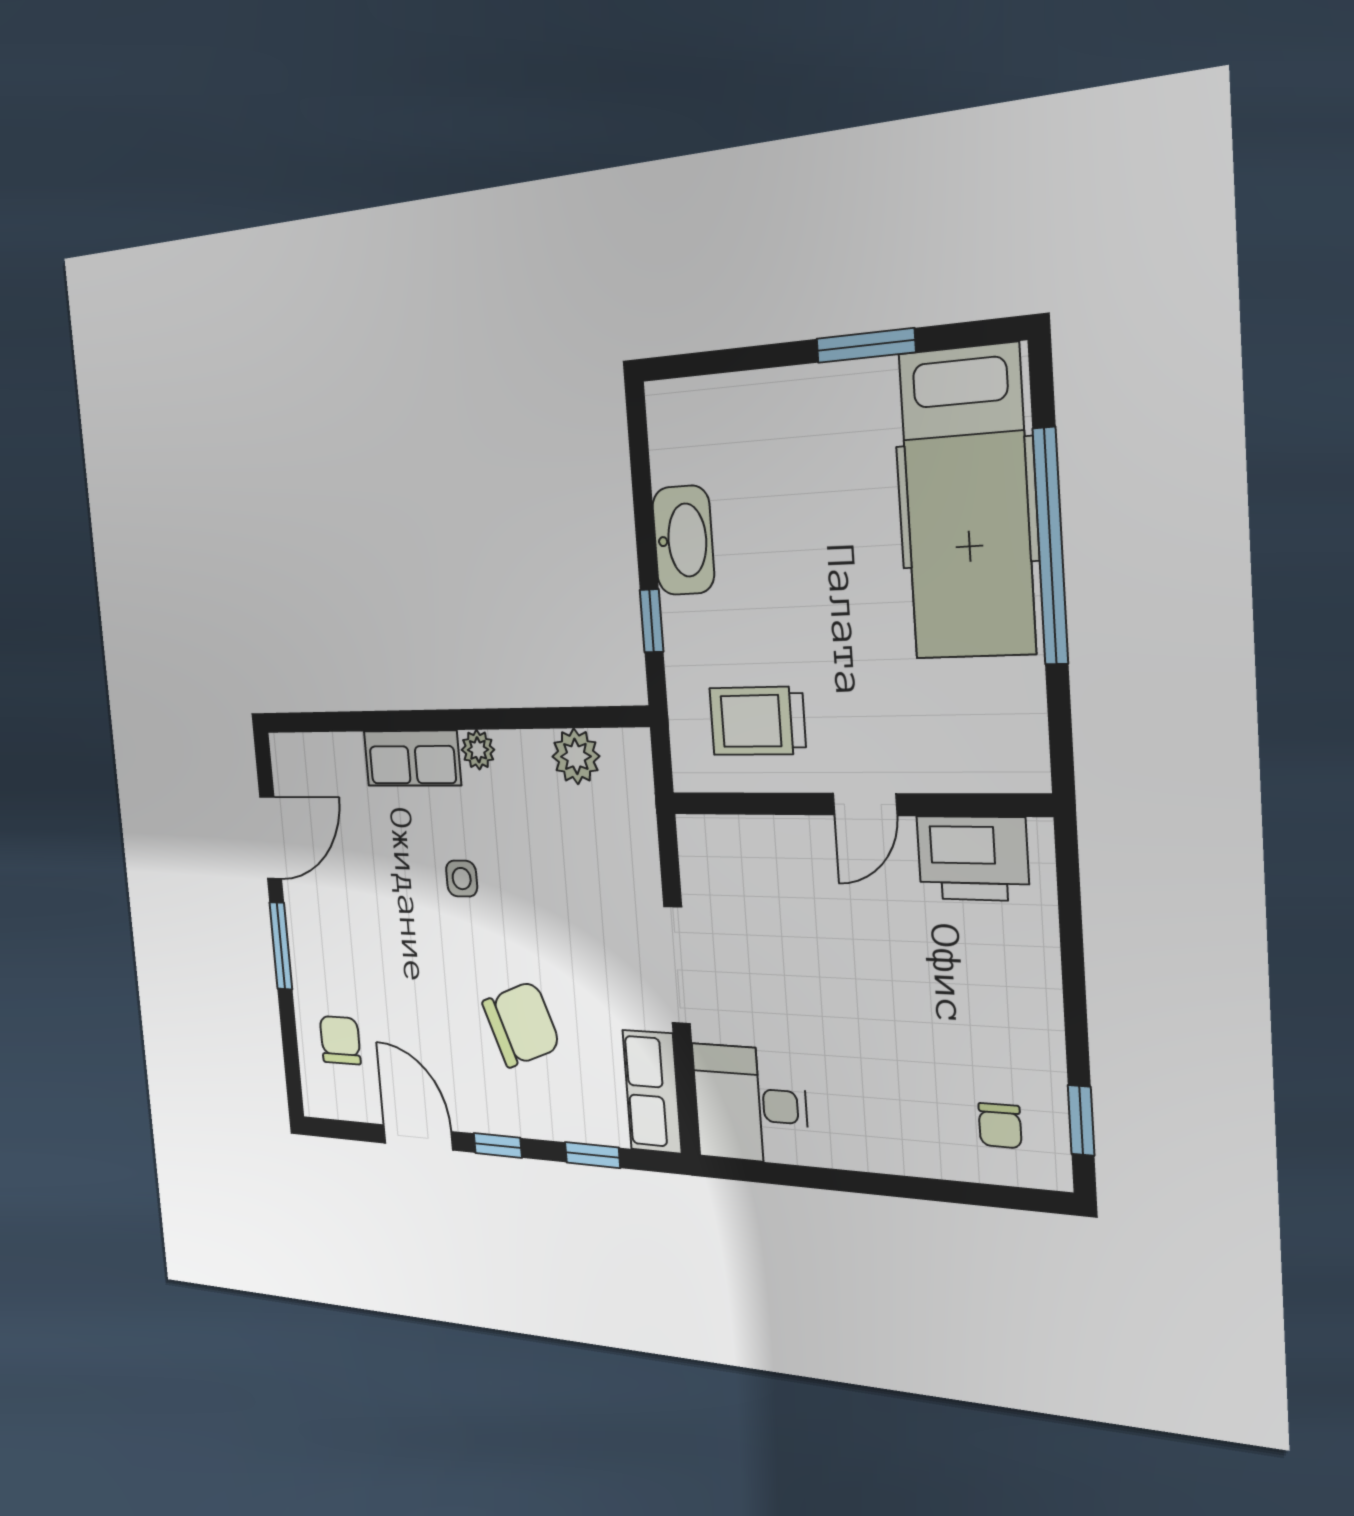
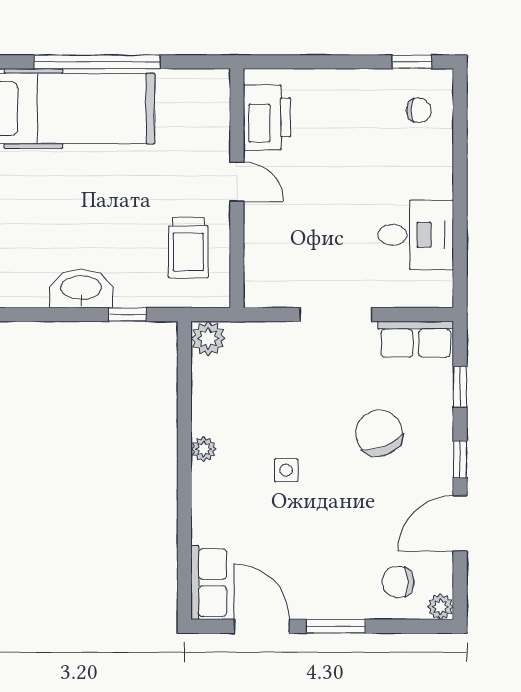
plant: (576, 756) -> (208, 338), moved
row of seats: (412, 758) -> (209, 583), moved
plant: (317, 1099) -> (440, 607), added
desk: (750, 1104) -> (416, 235), moved, turned -90

